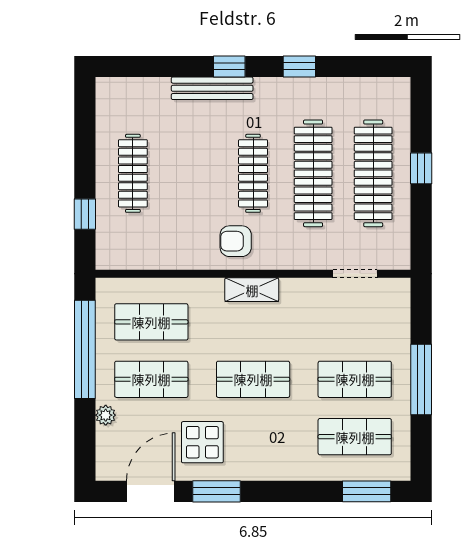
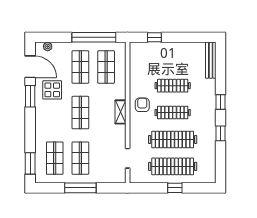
bench: (212, 88) -> (211, 60), moved
clothes rail: (133, 173) -> (173, 86), moved
plant: (106, 415) -> (48, 46), moved

